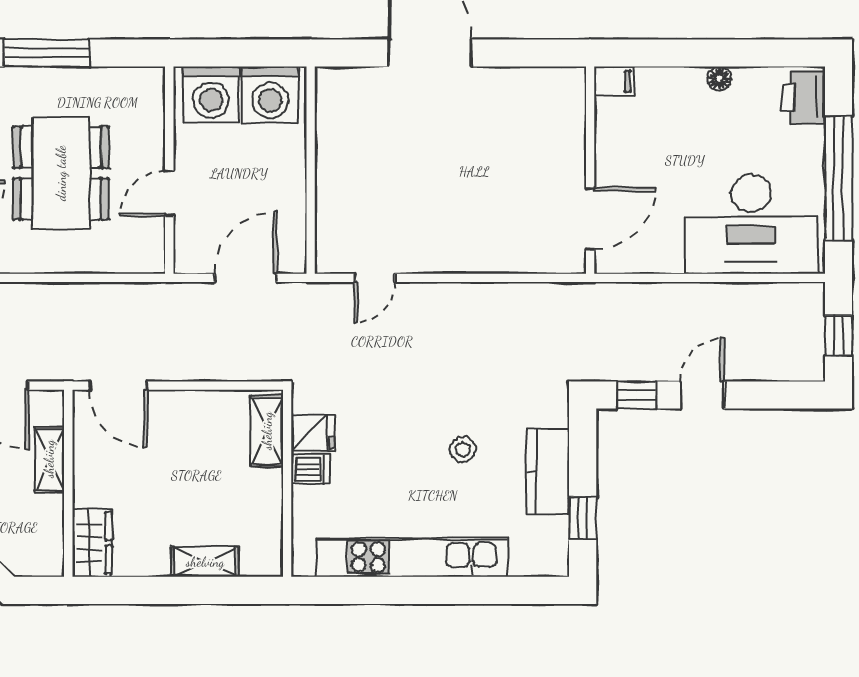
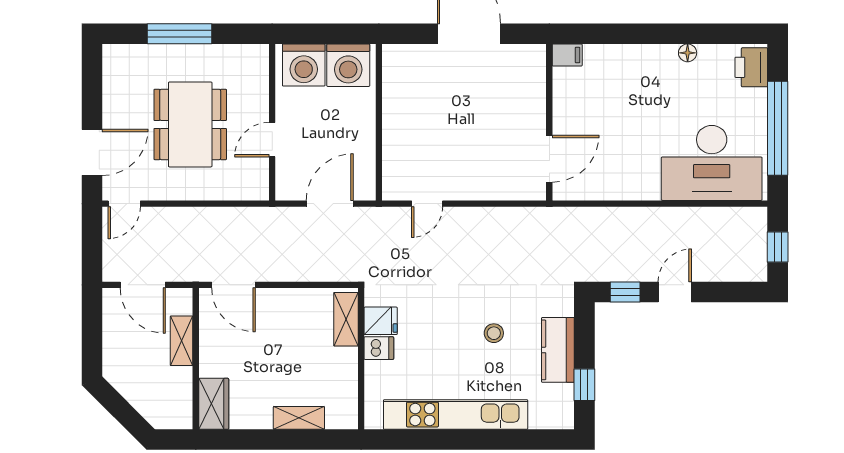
filing cabinet: (614, 81) -> (567, 55), moved
wall: (590, 170) -> (549, 122), moved
door: (590, 218) -> (549, 159), moved

